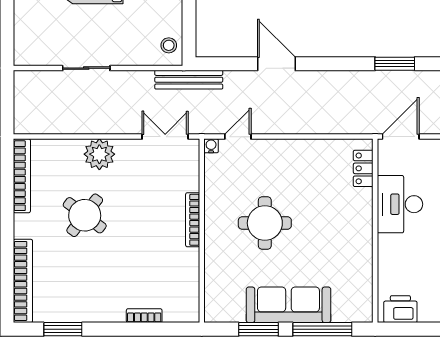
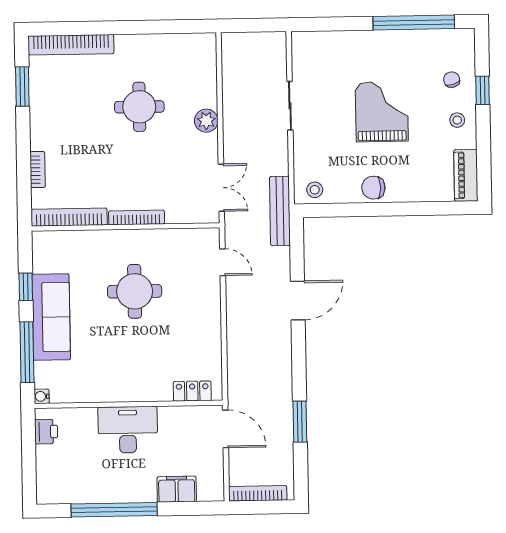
water cooler: (211, 146) -> (42, 396), moved, turned 180
plant: (99, 154) -> (206, 121), width x0.73, depth x0.73
bookcase: (22, 176) -> (69, 217), moved, turned 180
desk: (400, 204) -> (128, 430), moved
round table: (85, 215) -> (139, 107), turned -37
printer: (400, 309) -> (46, 432), width x0.73, depth x0.81
window: (259, 329) -> (26, 287), width x0.67

